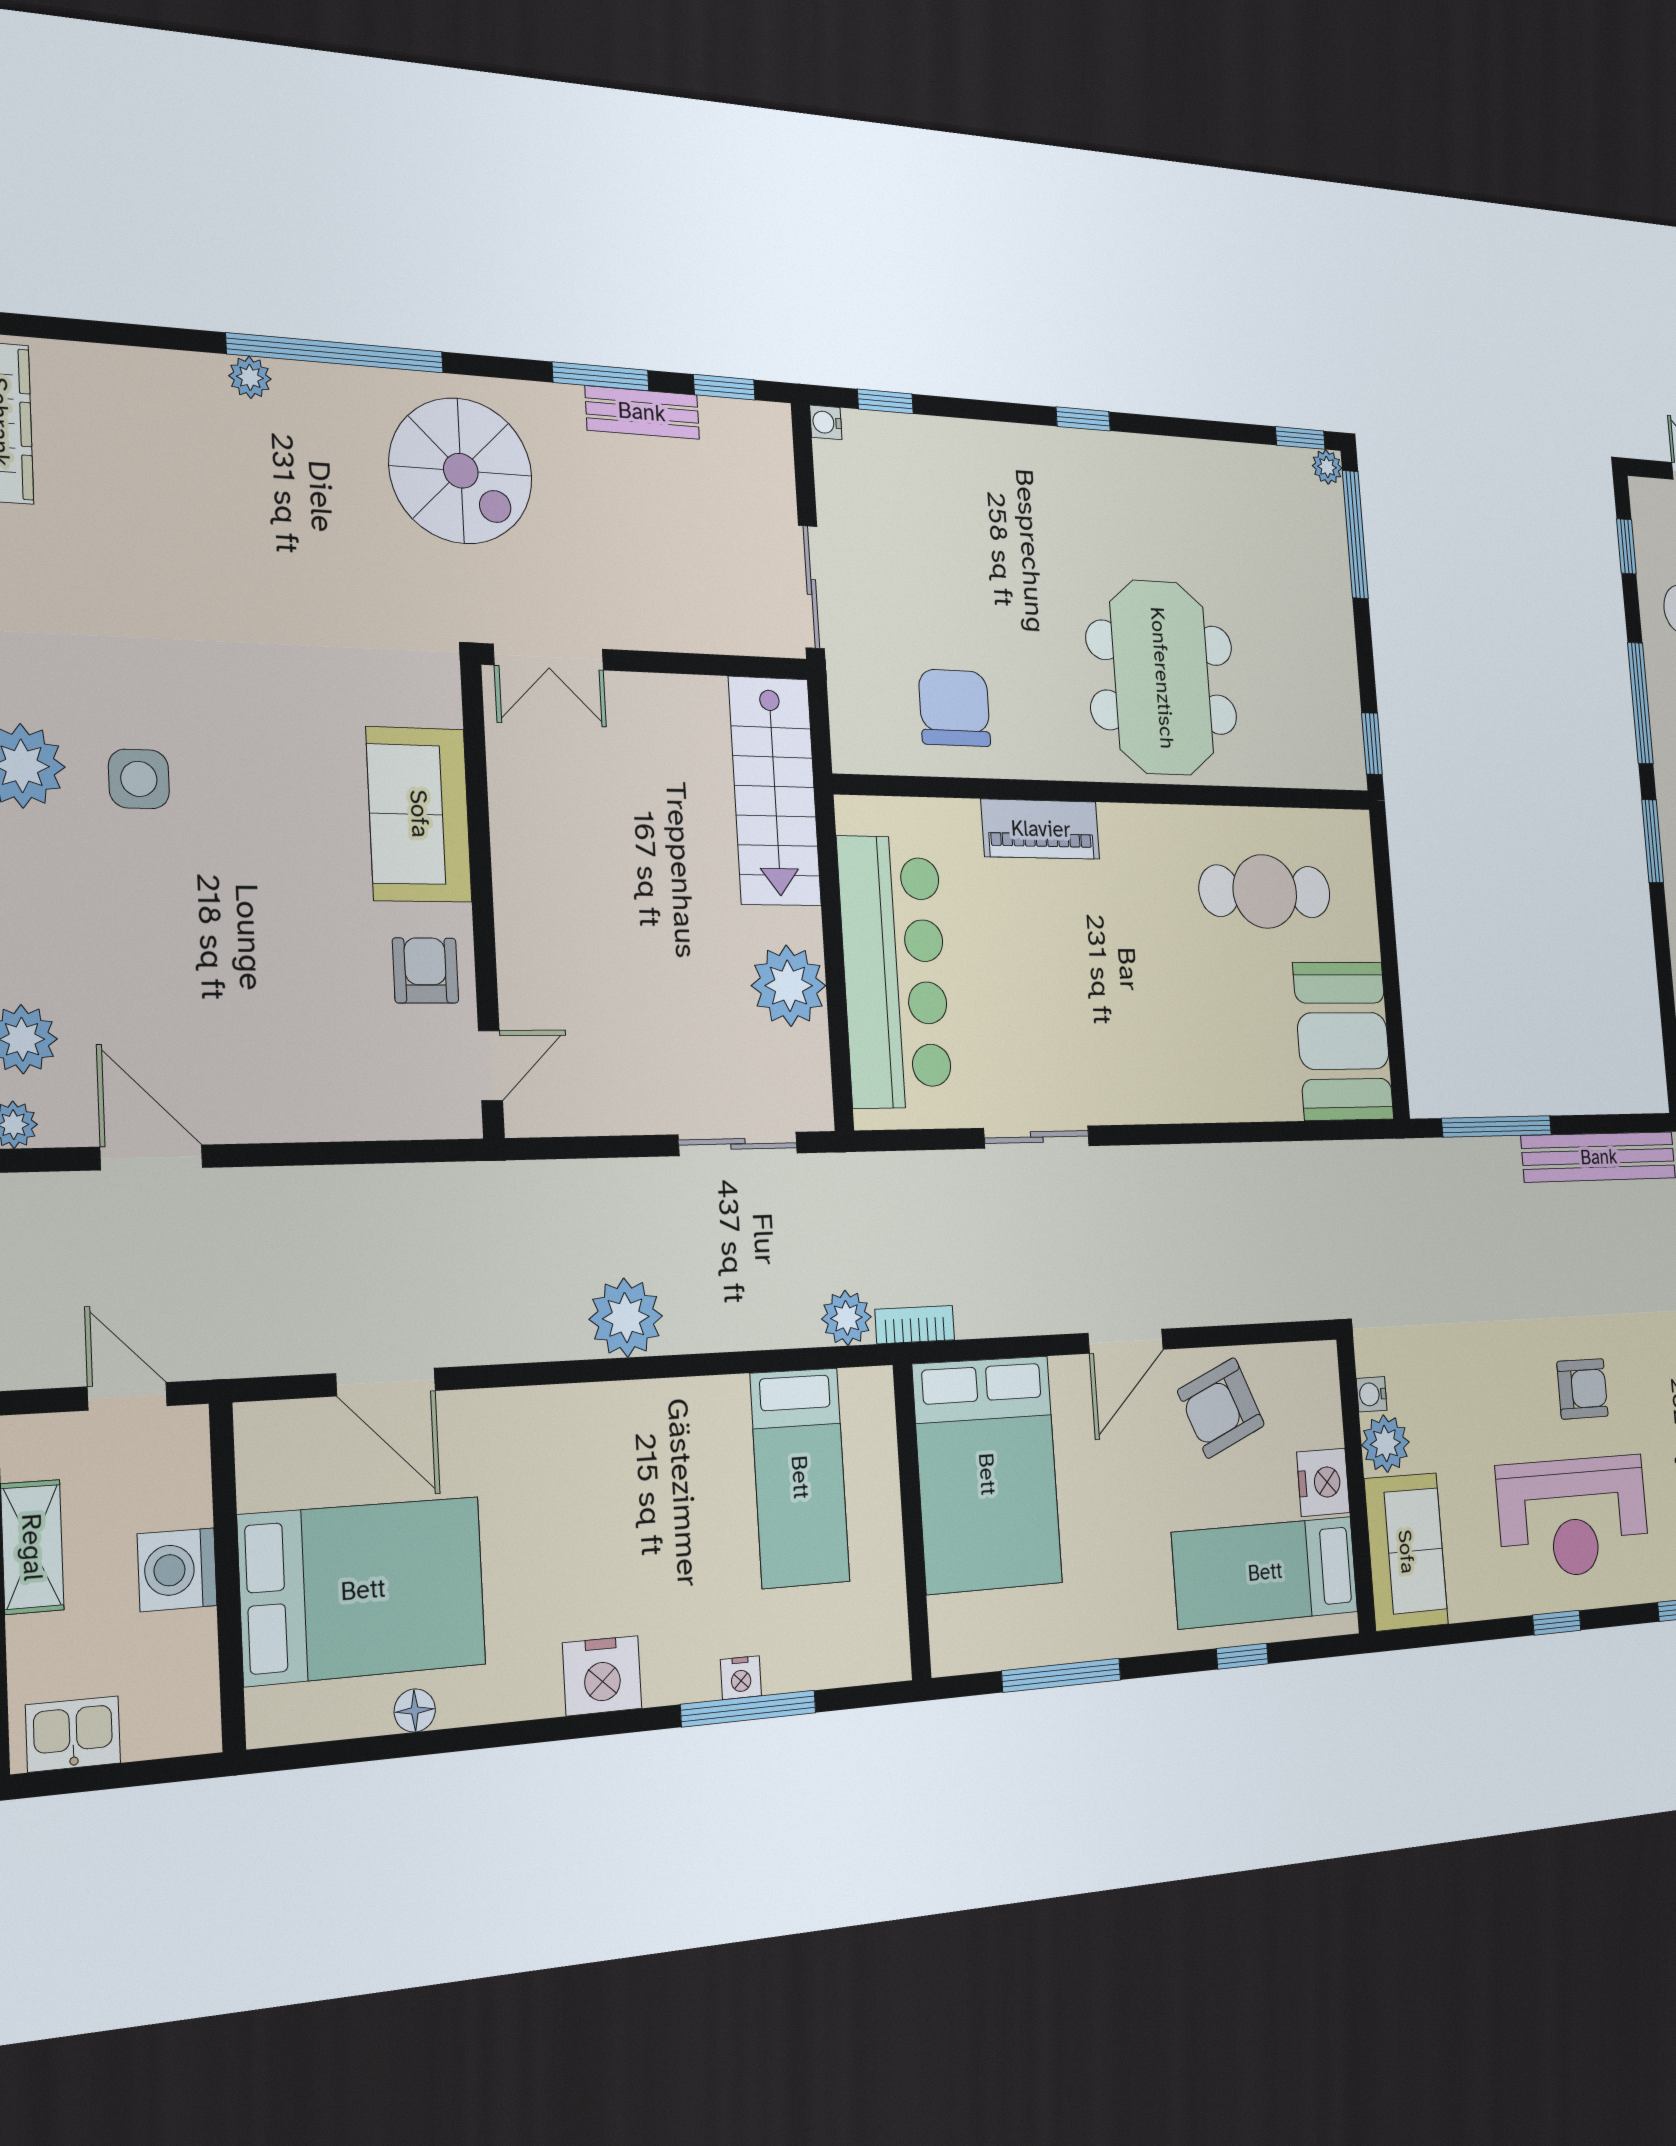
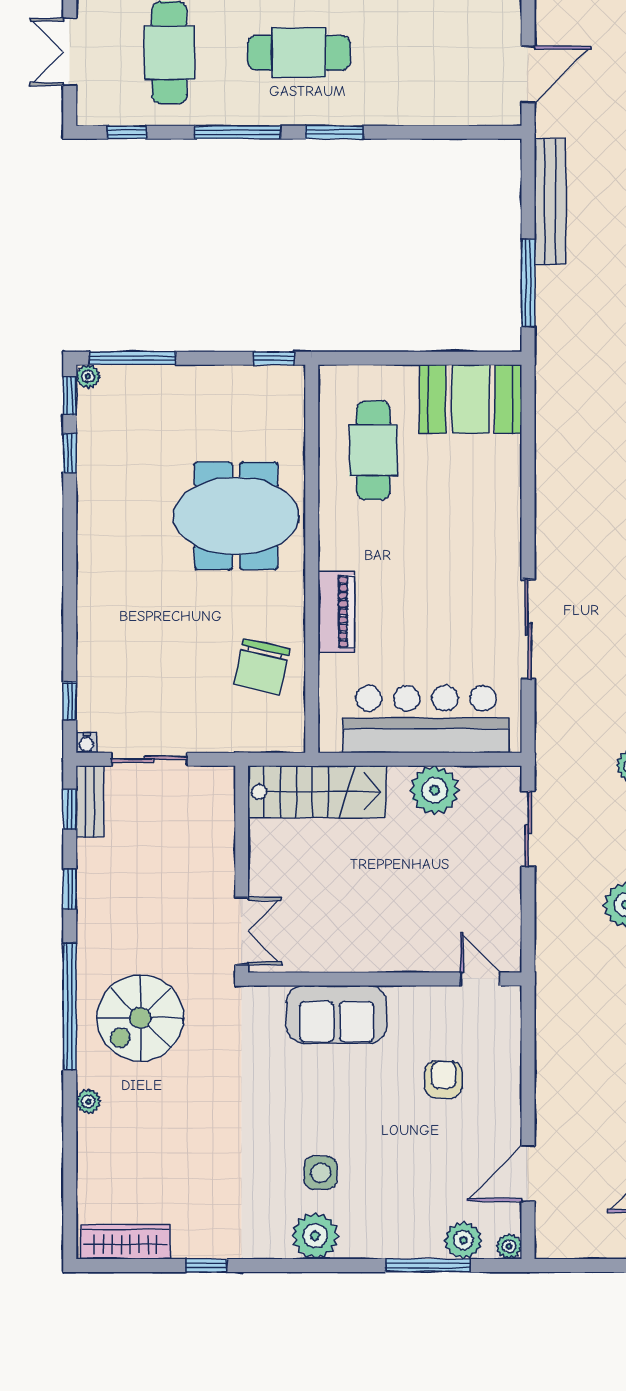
window: (336, 353) -> (70, 1006), moved
window: (601, 376) -> (70, 889), width x0.67
bench: (642, 412) -> (90, 802), moved
window: (1083, 419) -> (70, 453), moved
spiral stairs: (461, 471) -> (140, 1018), moved, turned 180
sliding door: (811, 587) -> (149, 759), moved
chair: (954, 708) -> (262, 667), turned -77
armchair: (425, 970) -> (444, 1079), moved, turned 90
sliding door: (1037, 1137) -> (528, 629), width x1.37

